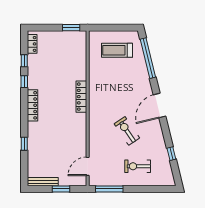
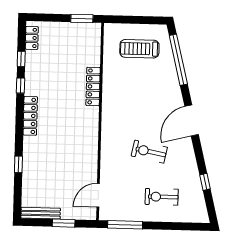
locker: (81, 97) -> (93, 86), moved
exercise bike: (127, 131) -> (149, 152), turned -45

